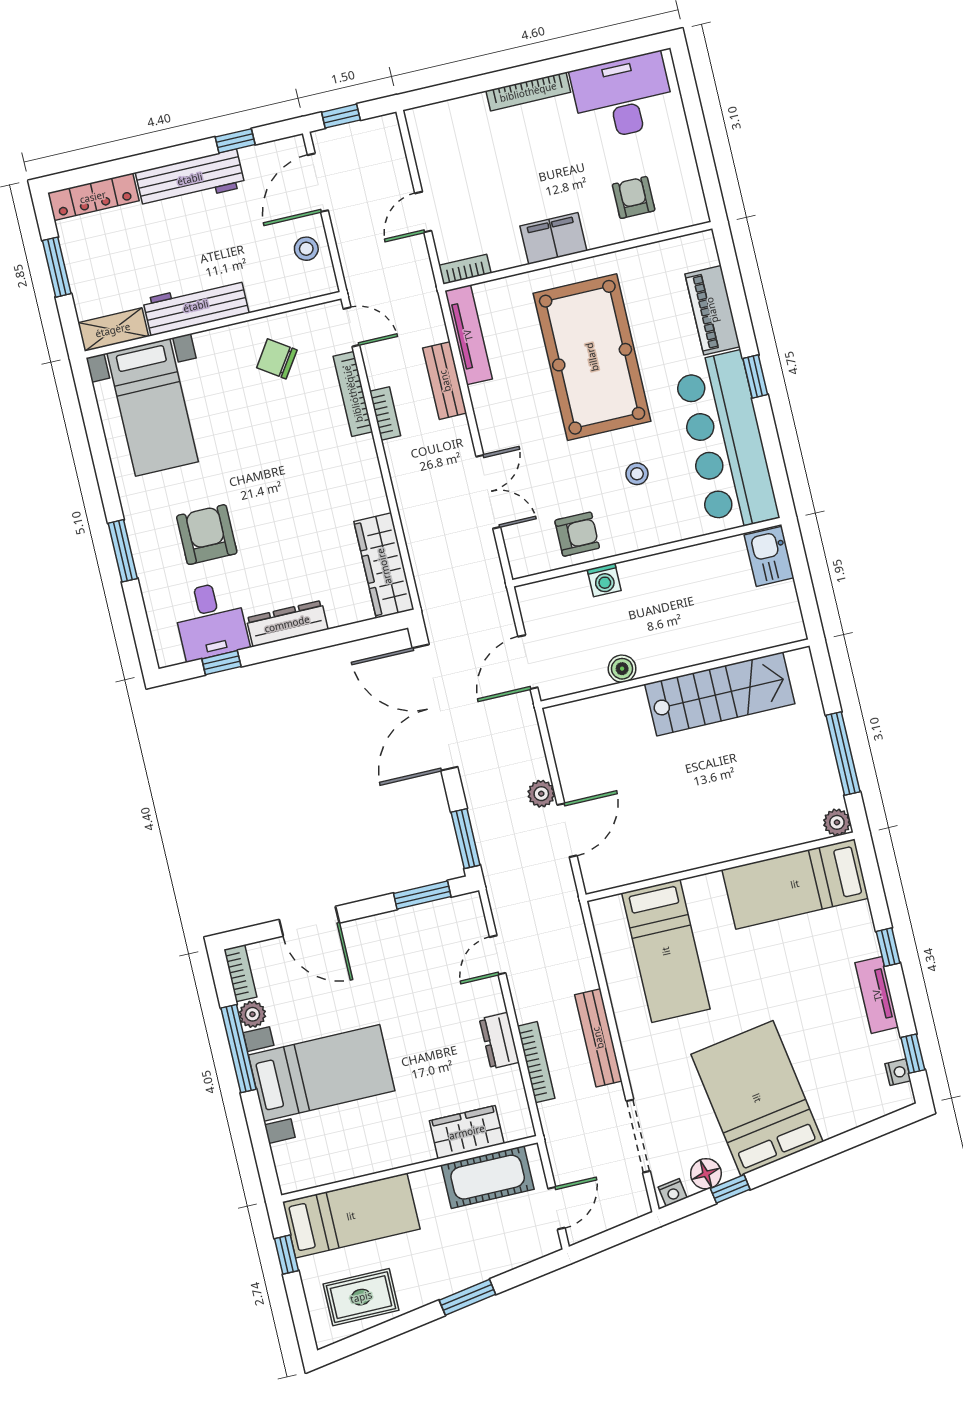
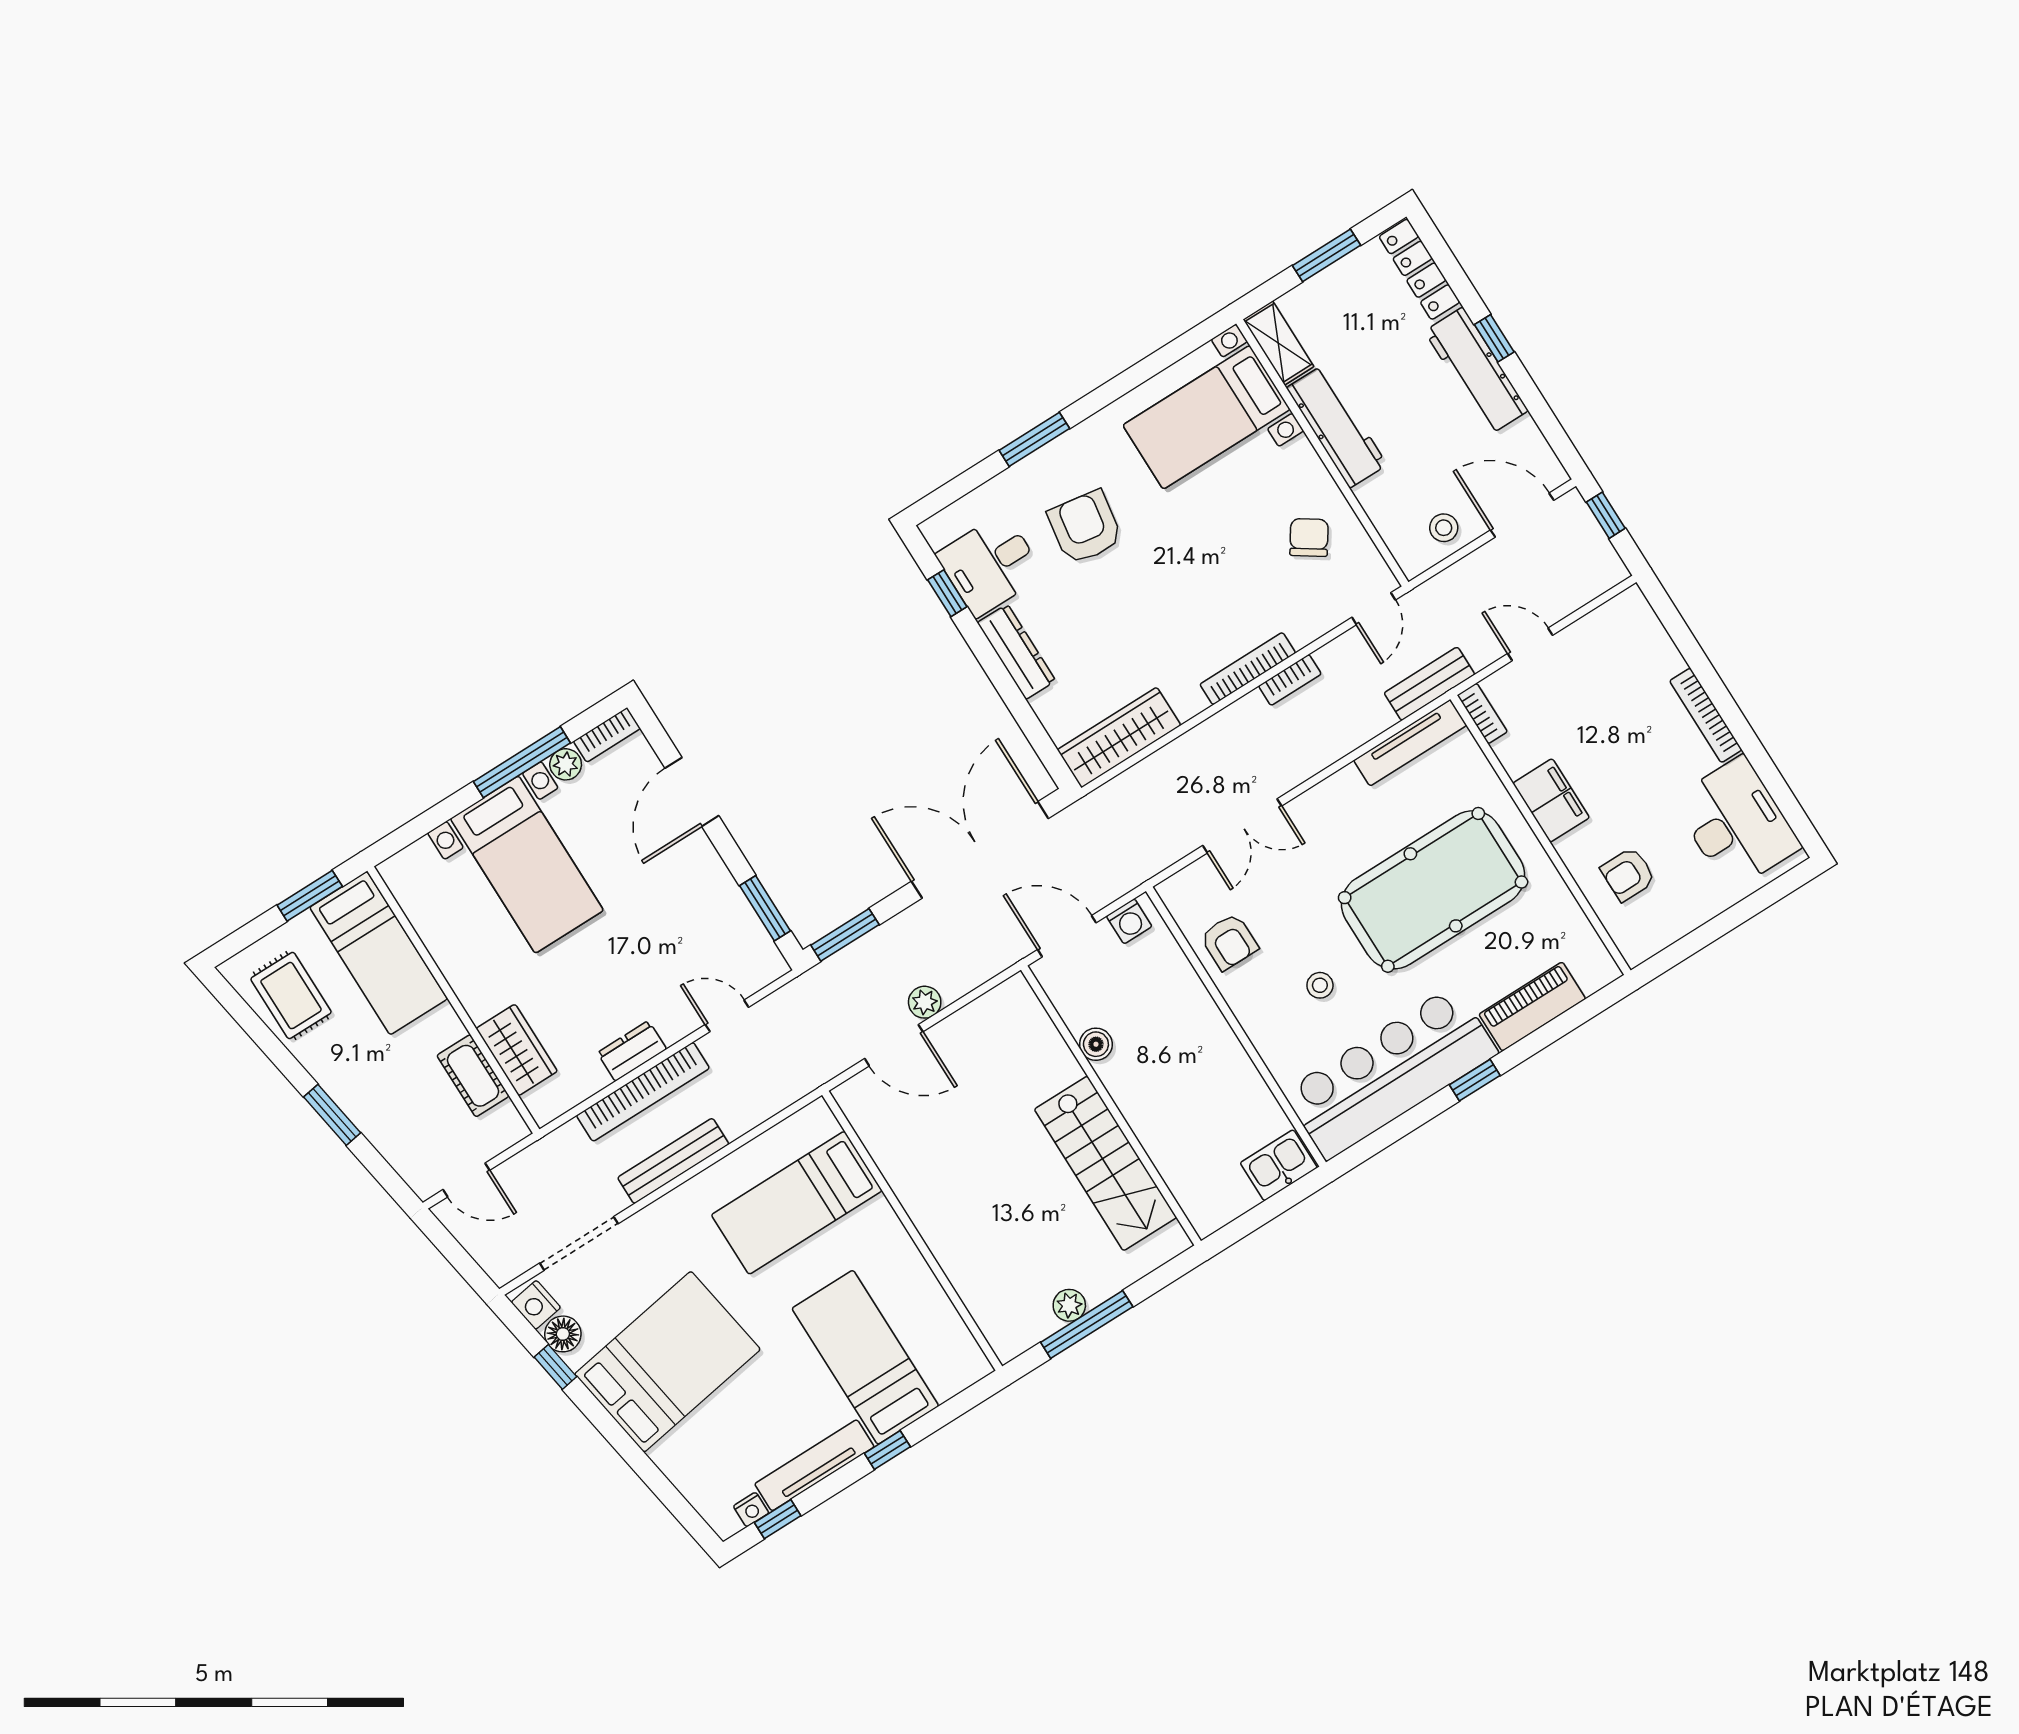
window: (235, 141) -> (1494, 338), moved
armchair: (634, 197) -> (1628, 874), turned 180
bench: (445, 381) -> (1429, 684), moved
bookcase: (353, 394) -> (1248, 669), moved
armchair: (207, 535) -> (1085, 527), turned -81
washing machine: (604, 580) -> (1129, 921), moved, turned -90
plant: (837, 822) -> (1069, 1305), moved
bed: (795, 884) -> (865, 1357), moved
tv unit: (877, 995) -> (814, 1465), width x1.41
bookcase: (536, 1062) -> (643, 1092), width x1.48, depth x1.31
cot: (488, 1177) -> (473, 1076), width x0.73, depth x0.75
nightstand: (673, 1192) -> (536, 1305), width x1.39, depth x1.35
window: (287, 1255) -> (310, 896), width x1.50

